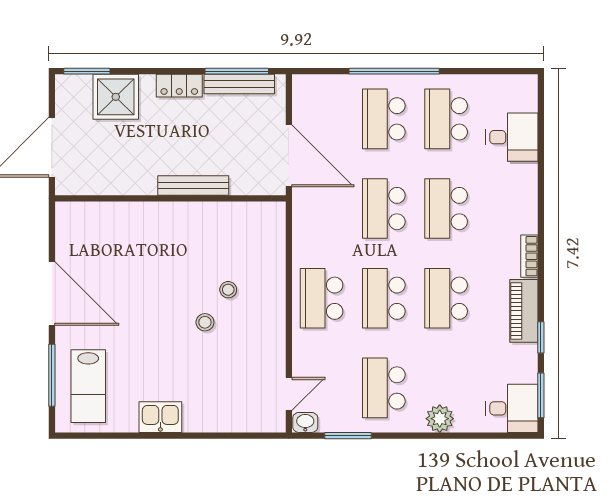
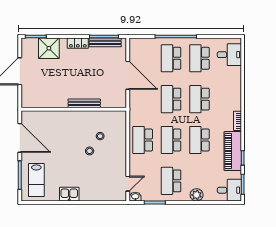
desk: (512, 137) -> (229, 55), moved
bench: (193, 186) -> (84, 103), moved
wall: (170, 198) -> (74, 109), moved
piano: (524, 311) -> (233, 151), width x1.37, depth x1.33

